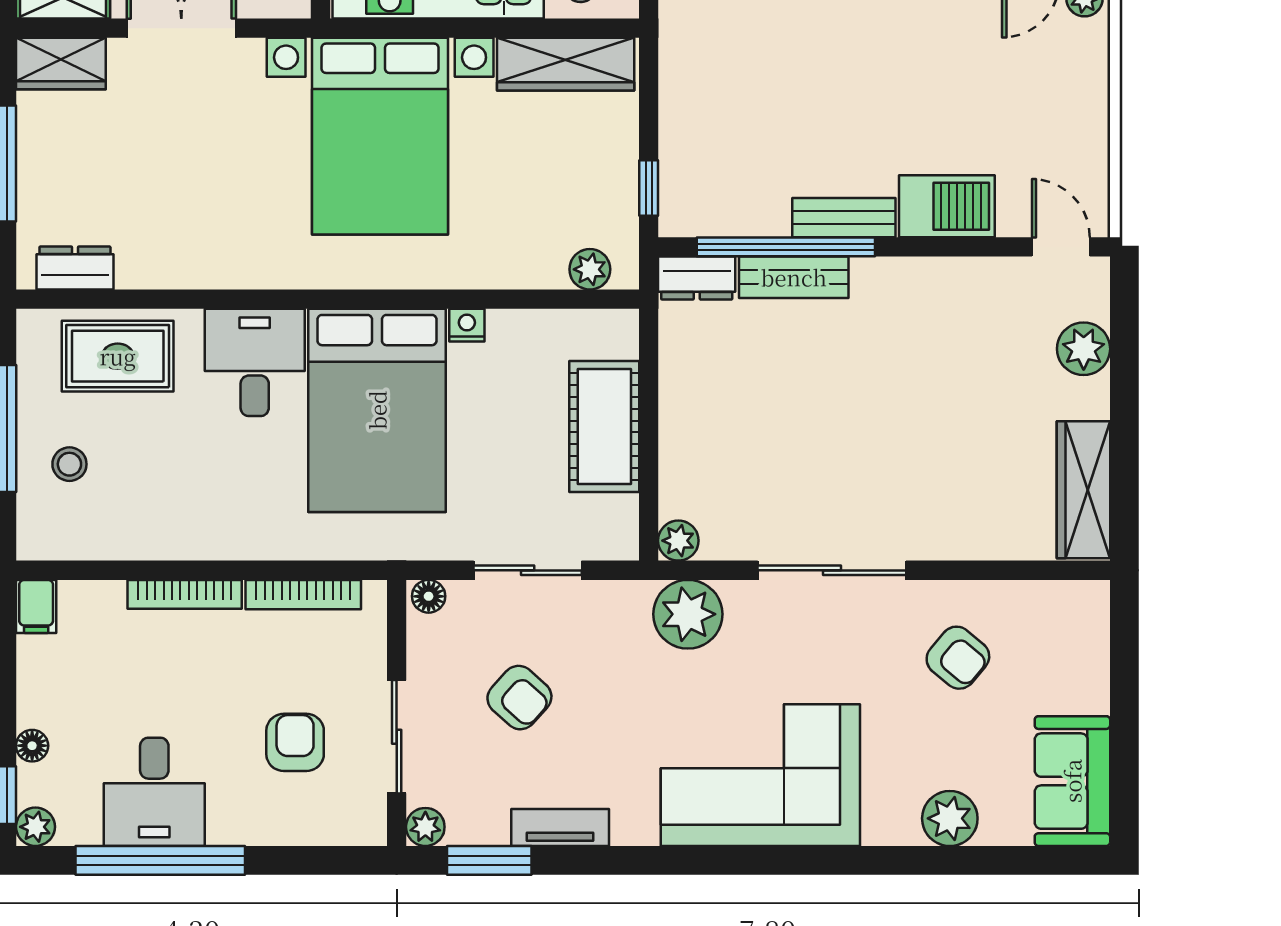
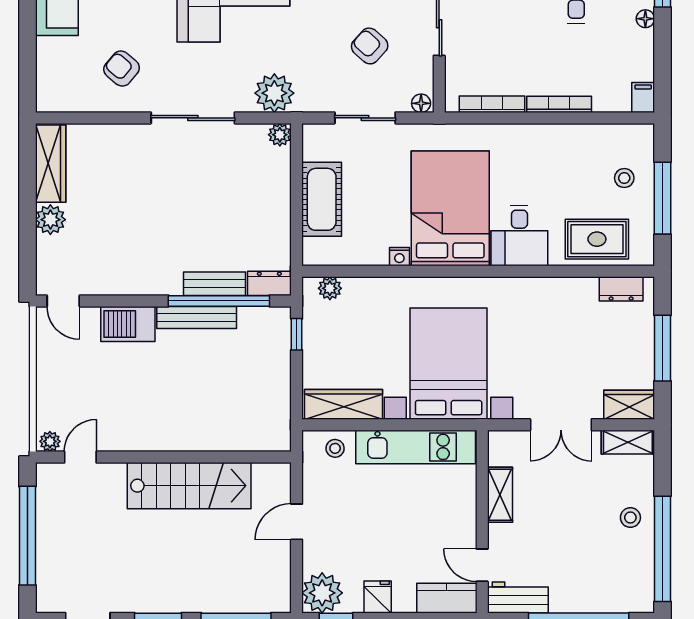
bench: (844, 218) -> (197, 317), width x1.36
plant: (1084, 349) -> (50, 220), moved
armchair: (295, 742) -> (497, 21), removed

